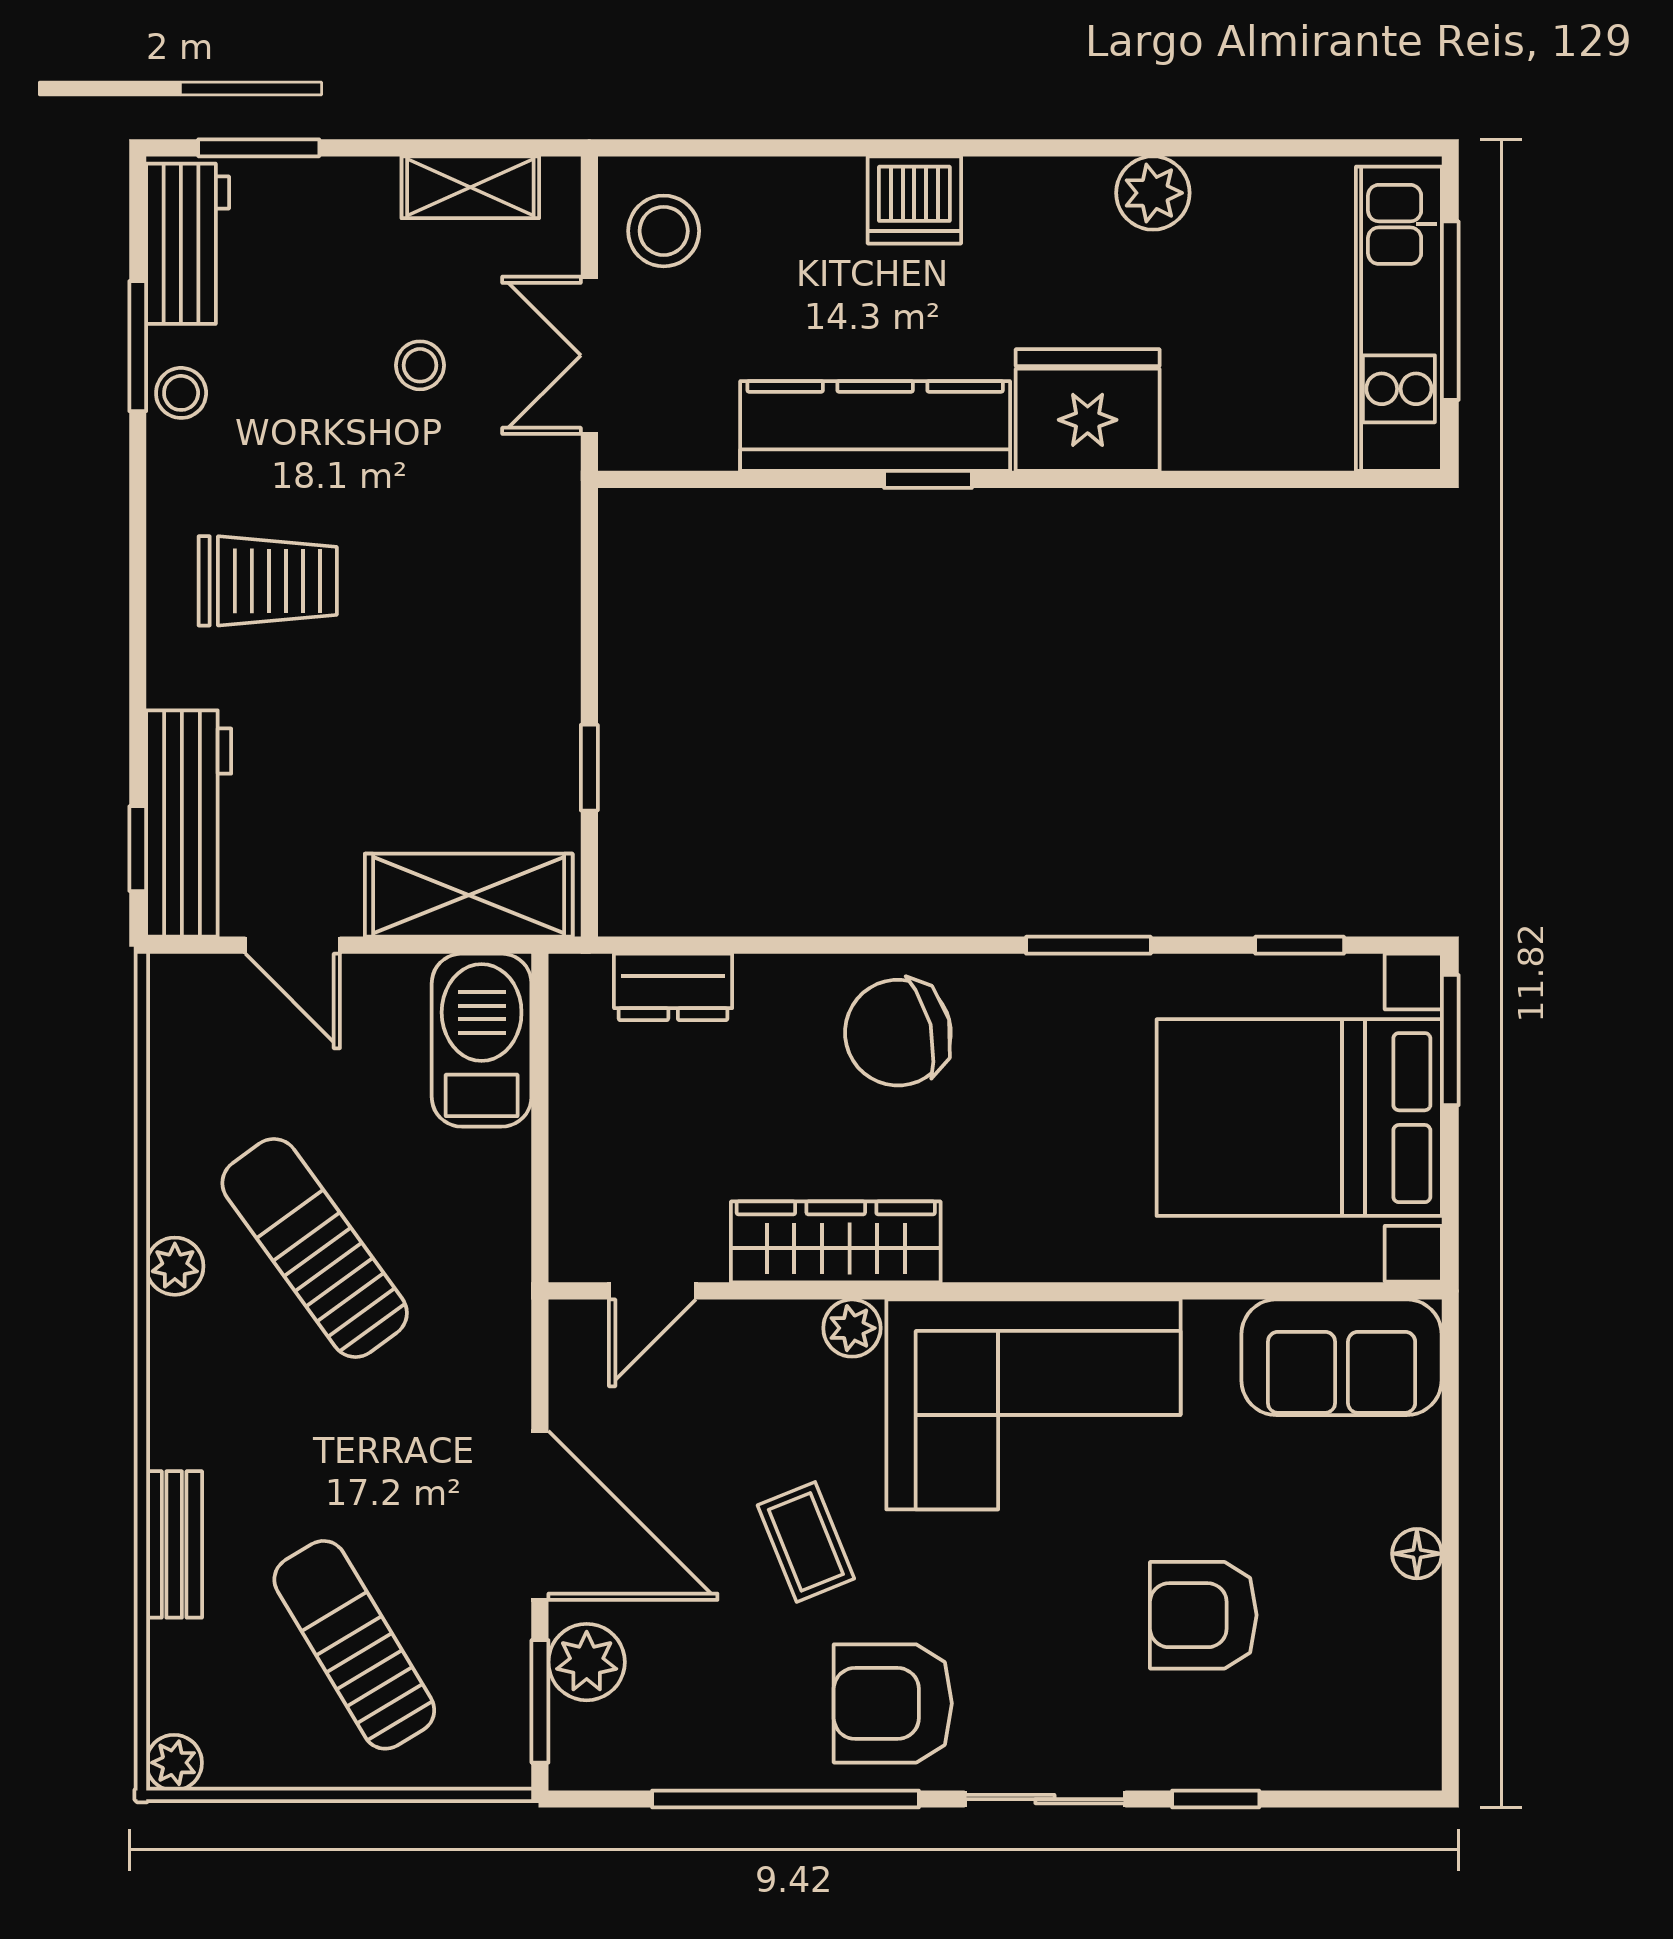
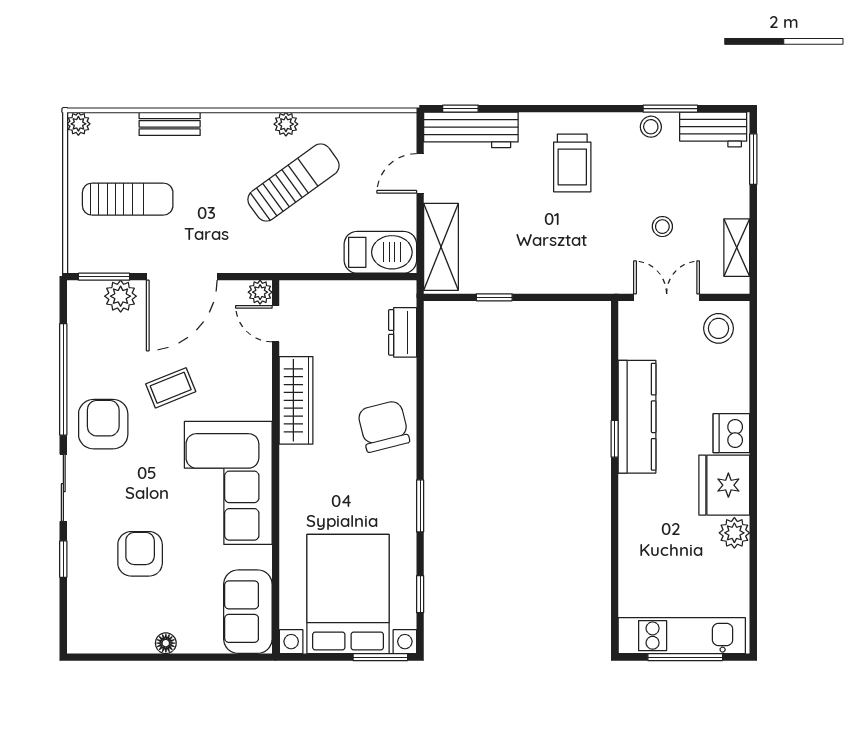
fridge: (1088, 410) -> (724, 485), moved, turned 180
plant: (852, 1328) -> (260, 292), moved
sun lounger: (354, 1645) -> (128, 199), turned 31

